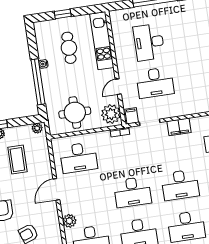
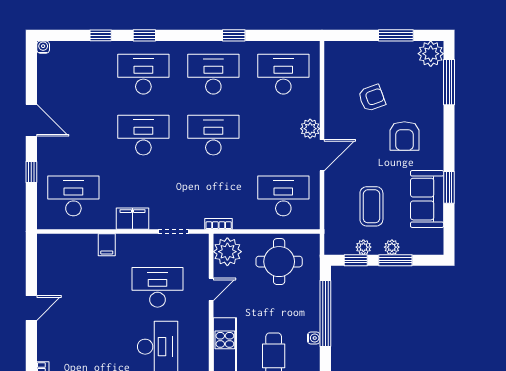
filing cabinet: (132, 116) -> (107, 245), moved
window: (23, 121) -> (356, 260), added
plant: (37, 128) -> (363, 247), moved
plant: (69, 221) -> (310, 129), moved

